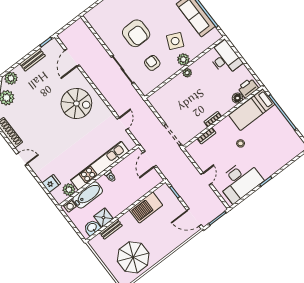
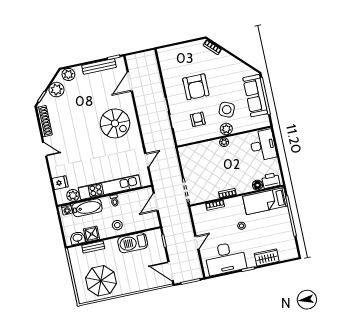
bench: (32, 60) -> (99, 66), width x1.36
wardrobe: (278, 162) -> (267, 257), added
stool: (124, 198) -> (117, 225), added

